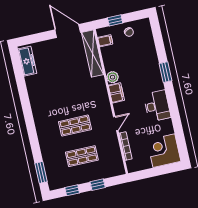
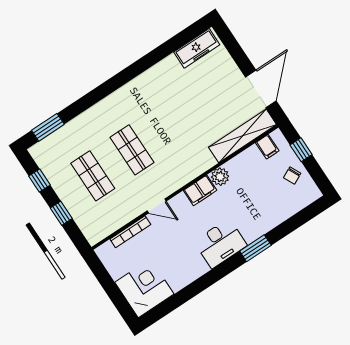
desk: (157, 106) -> (220, 243), moved

